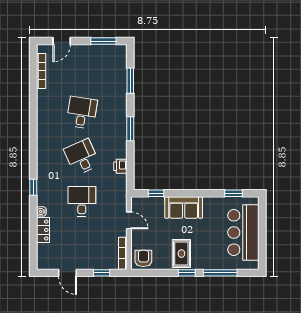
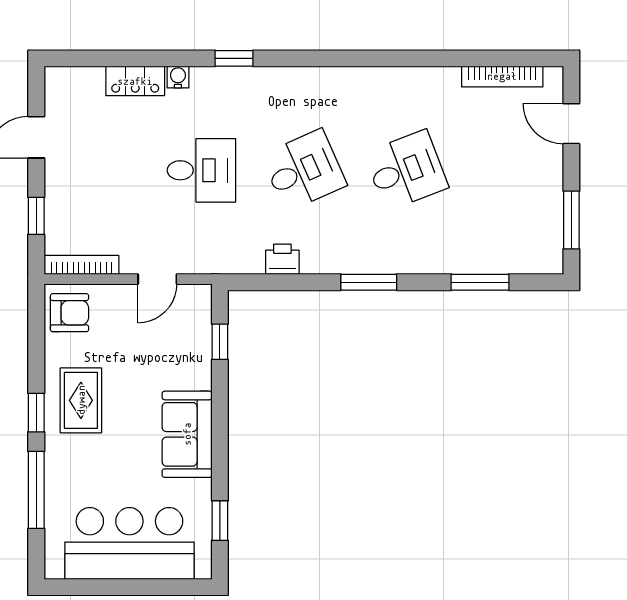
desk: (82, 113) -> (406, 170), turned -30
sofa: (184, 208) -> (187, 434), moved
rug: (181, 254) -> (81, 400), turned 90

